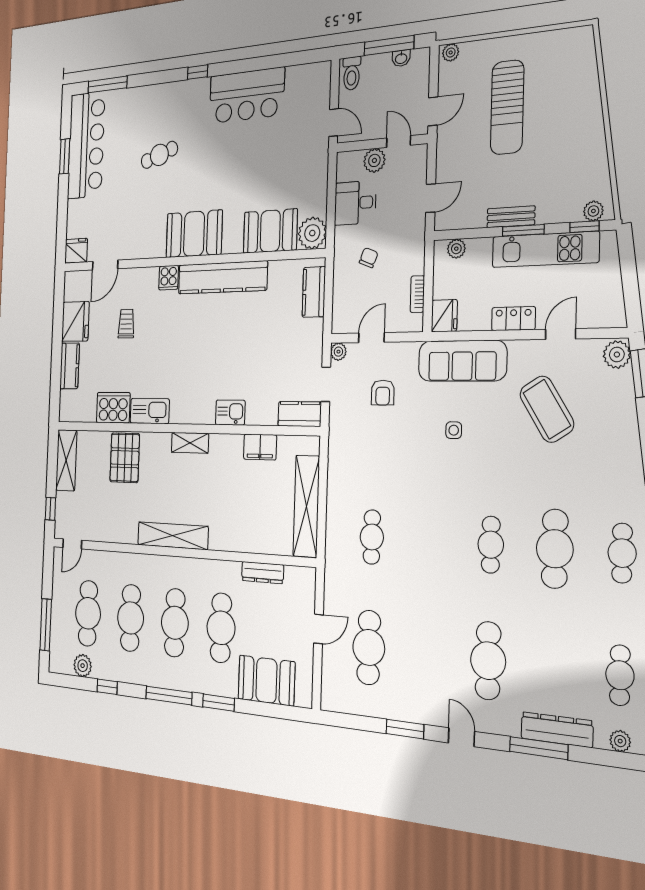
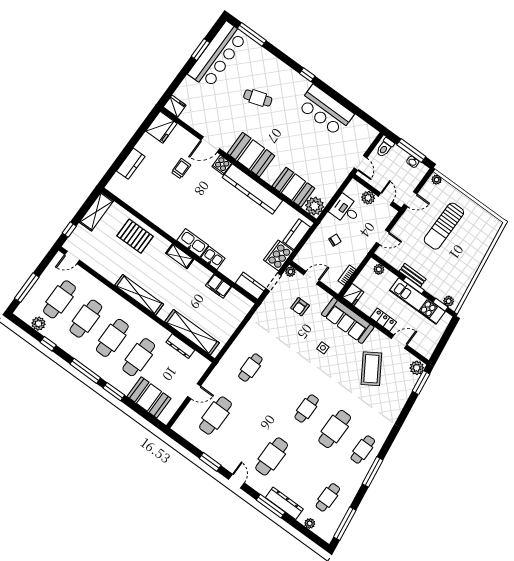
door: (105, 265) -> (210, 144), moved
fridge: (75, 322) -> (161, 127), moved
cooker: (113, 408) -> (278, 255), moved, turned -90
kitchen sink: (150, 411) -> (193, 243), moved
pallet: (125, 458) -> (135, 236), turned 90
shelving: (306, 506) -> (192, 332), moved, turned 90

